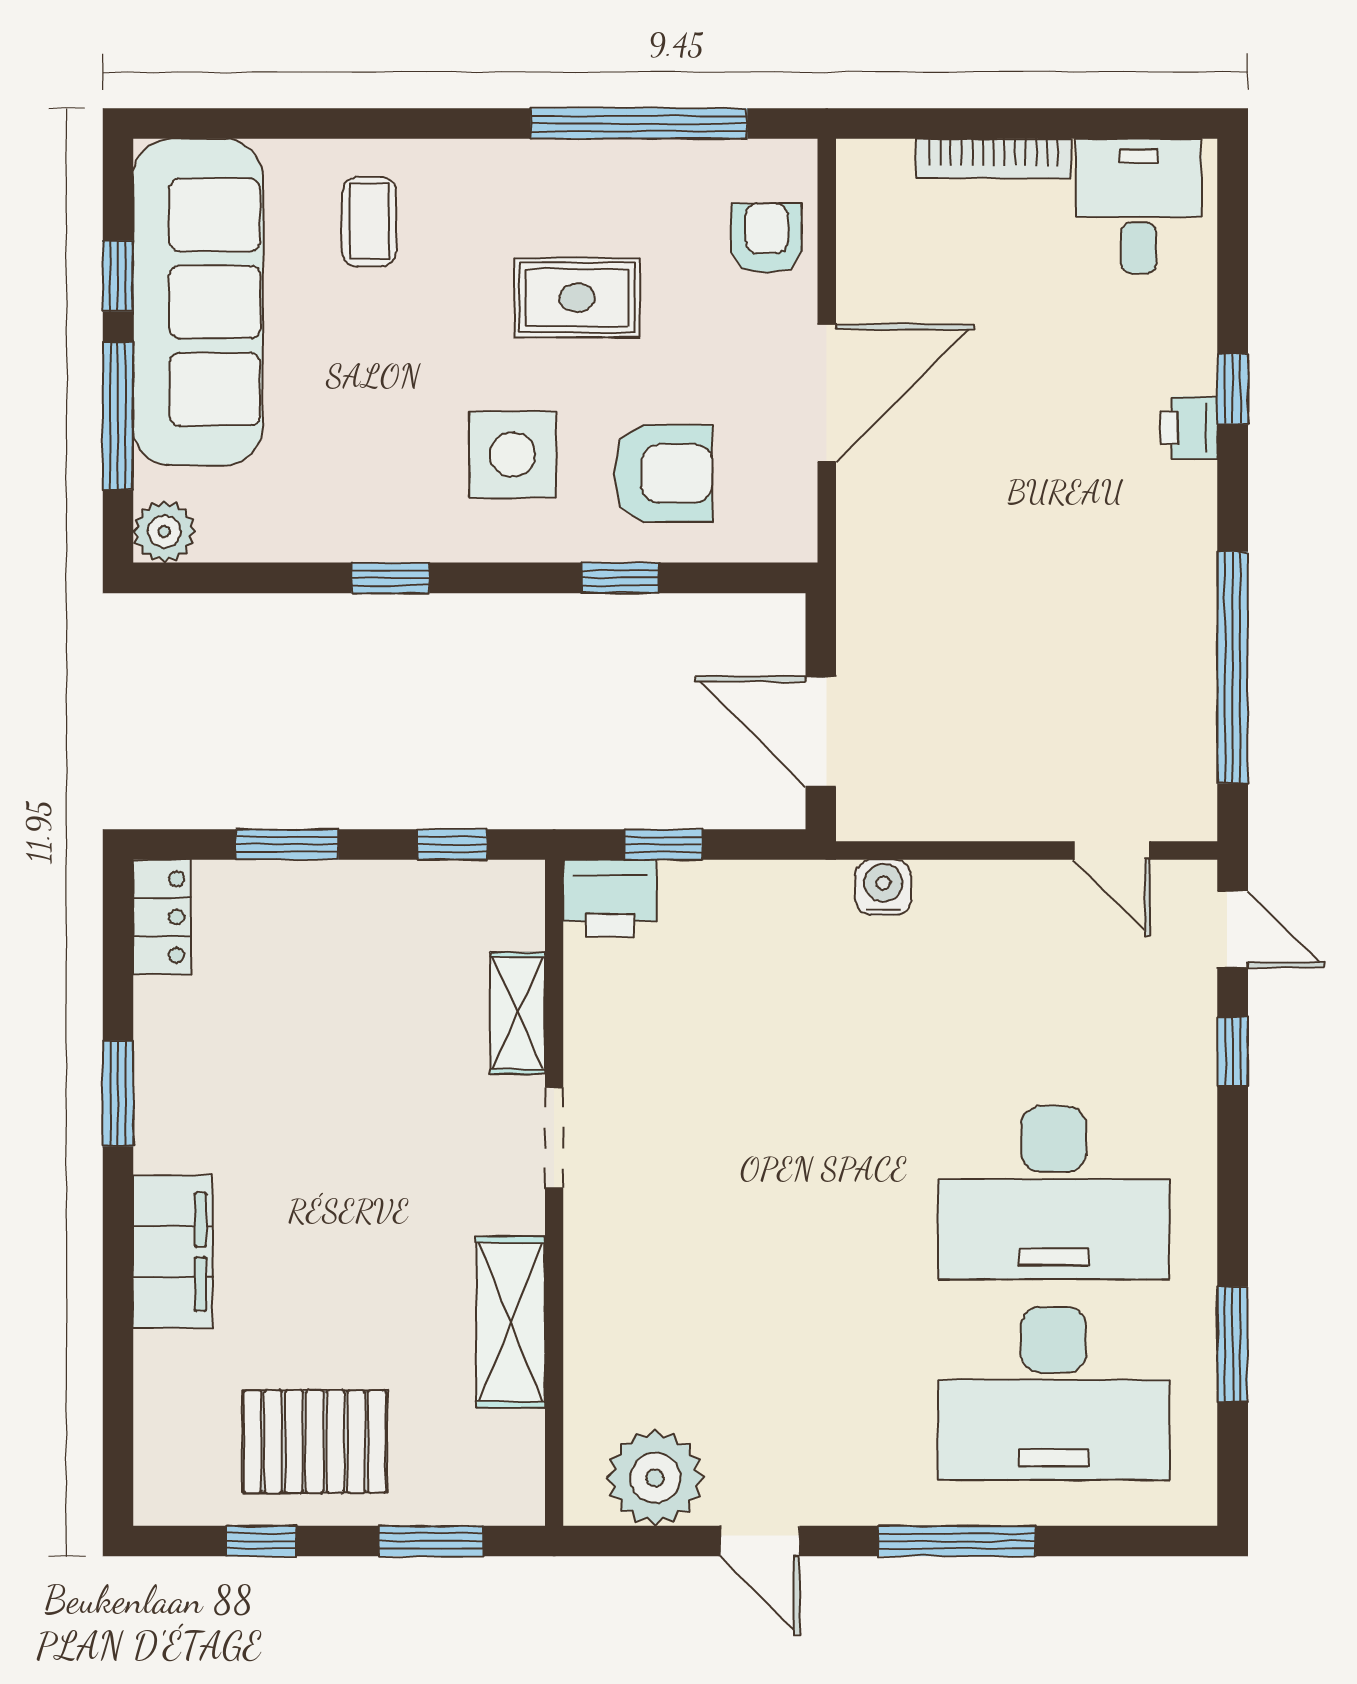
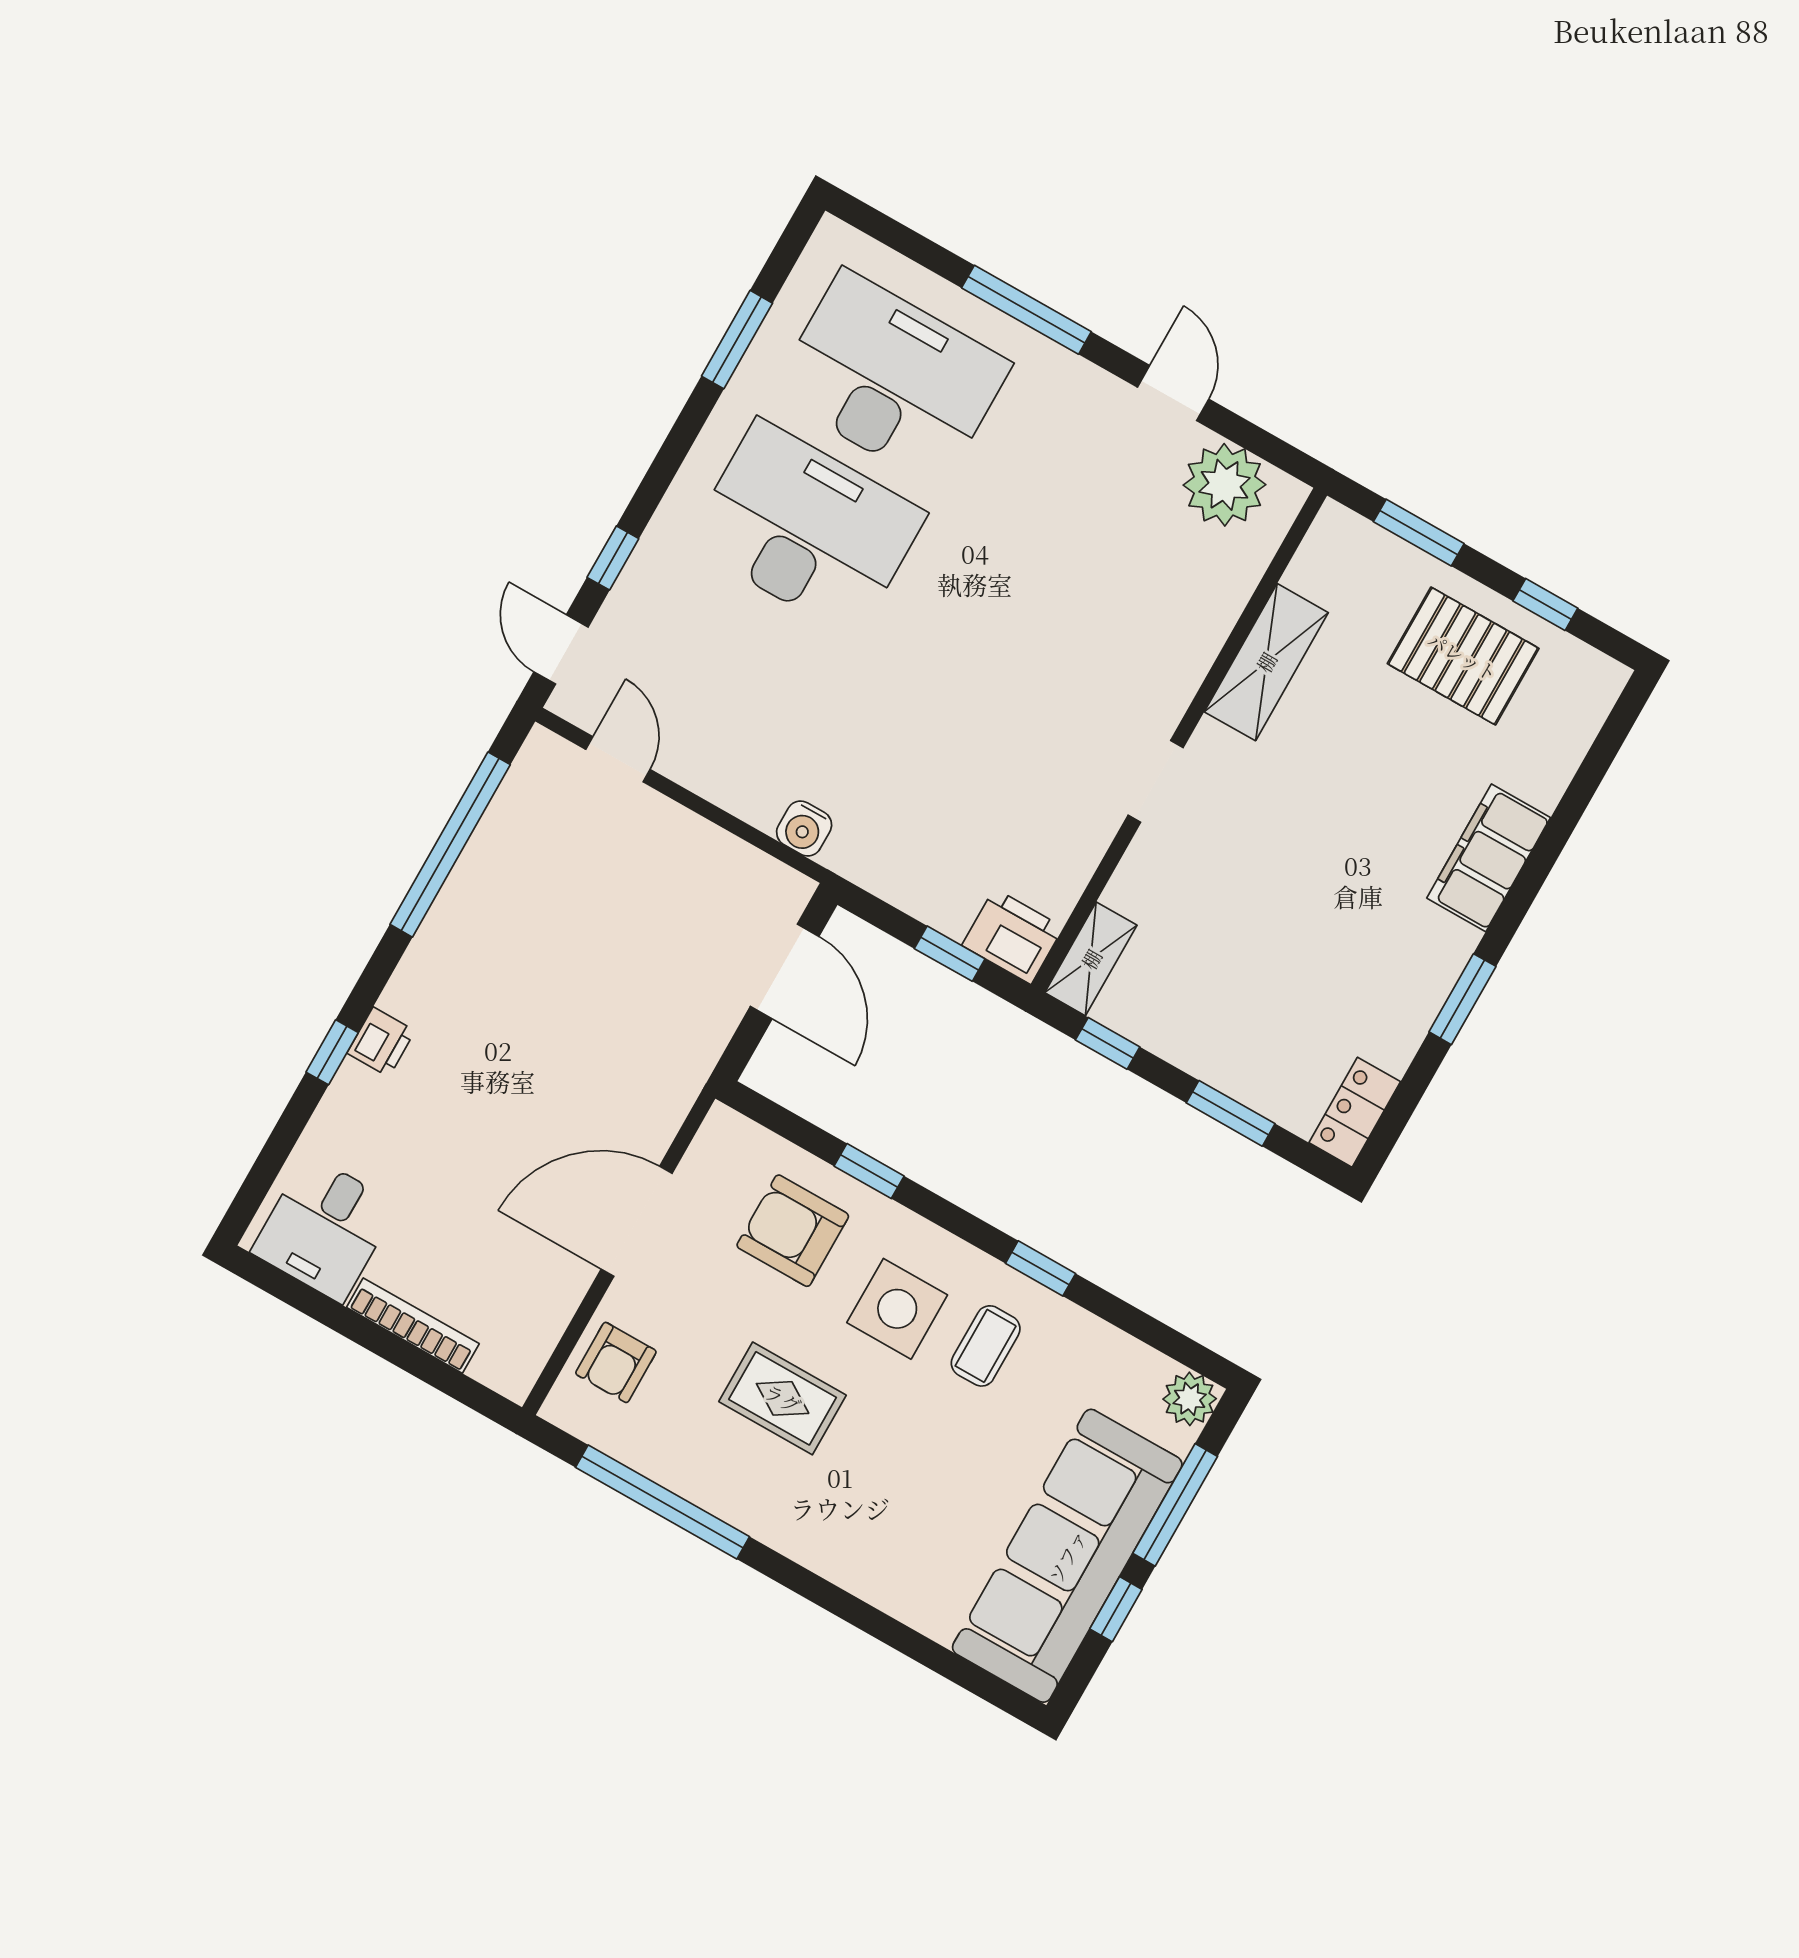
coffee table: (369, 221) -> (986, 1346), moved
shelving: (518, 1013) -> (1091, 959), moved

